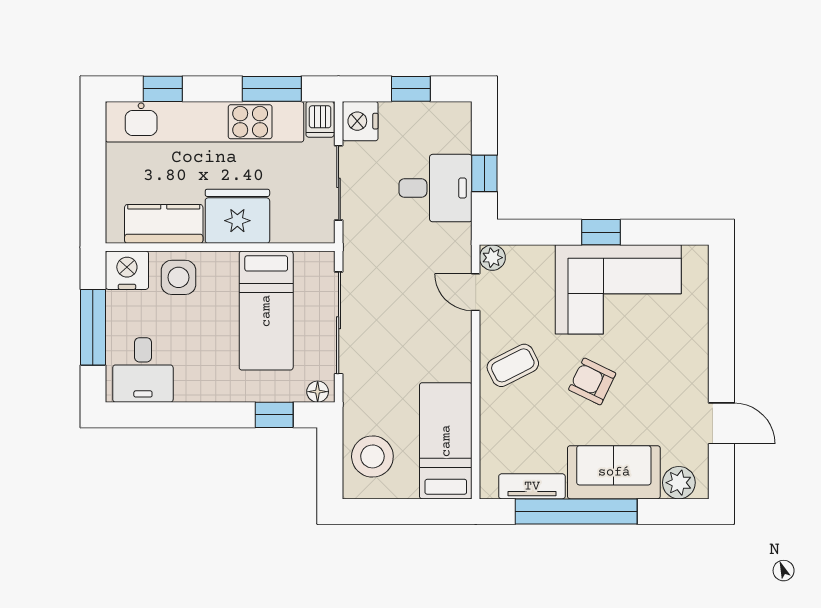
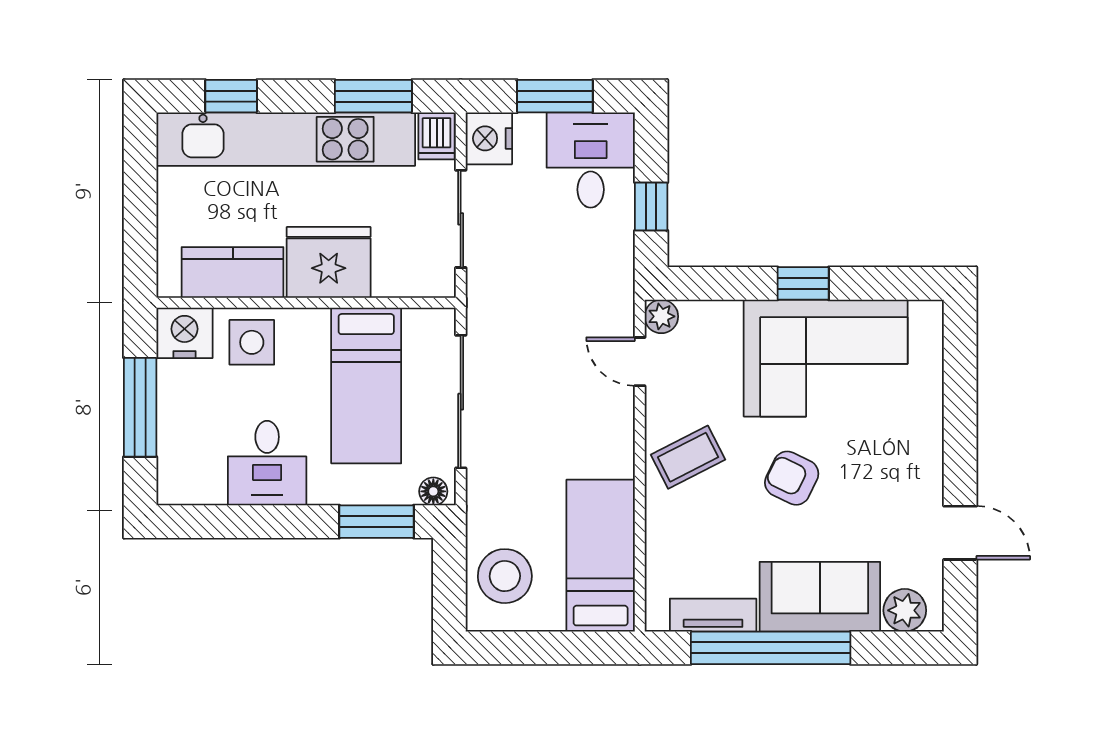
window: (411, 89) -> (555, 96), width x1.50
desk: (436, 188) -> (591, 160), moved, turned -90
desk: (143, 370) -> (267, 463), moved
window: (274, 415) -> (376, 522), width x1.50

